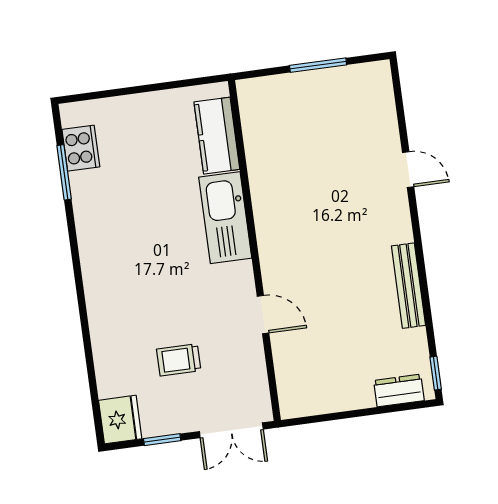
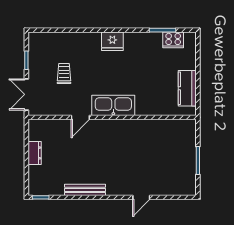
kitchen counter: (217, 136) -> (187, 88), moved, turned -90
kitchen sink: (225, 218) -> (113, 105), moved
dresser: (399, 390) -> (35, 153), moved
fridge: (120, 420) -> (112, 41), moved

